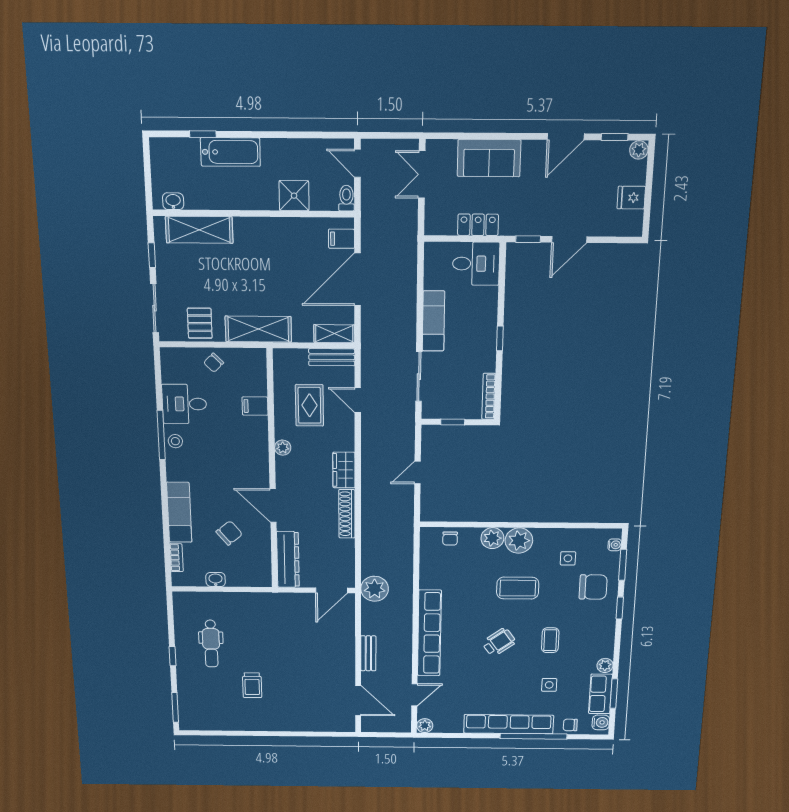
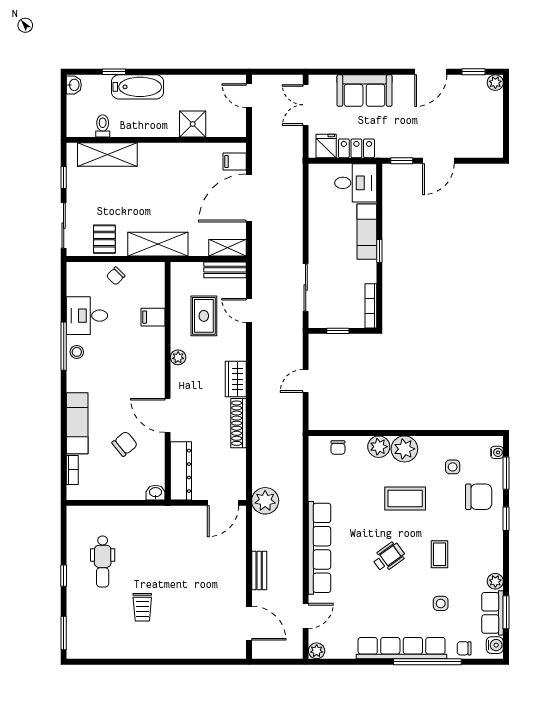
toilet: (346, 198) -> (103, 126), moved
fridge: (631, 198) -> (326, 146), moved, turned 90
washbasin: (173, 201) -> (74, 85), moved, turned 90
exam couch: (433, 321) -> (367, 232), moved, turned 180
washbasin: (216, 579) -> (156, 493), moved

